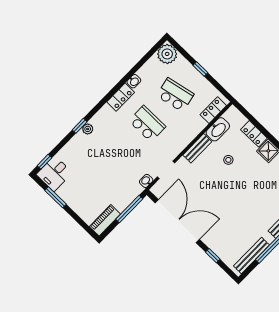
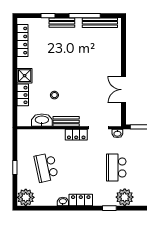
locker: (213, 110) -> (76, 135), moved
school desk: (147, 124) -> (116, 167), moved
window: (80, 126) -> (109, 208), moved
plant: (88, 129) -> (125, 197), width x1.88, depth x1.88
double door: (177, 221) -> (123, 90), width x0.54
window: (213, 256) -> (123, 47), removed

